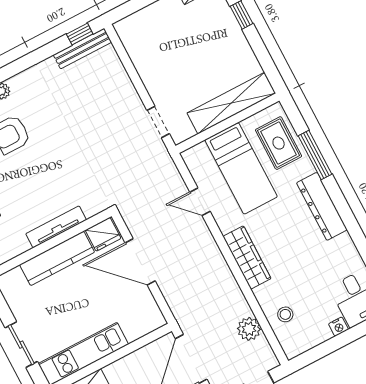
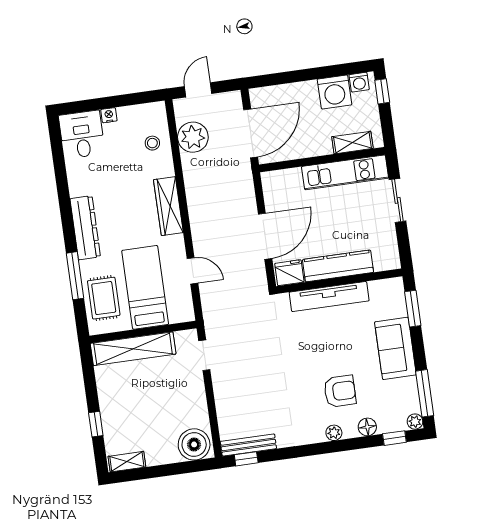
boiler: (137, 30) -> (194, 444), added
tv unit: (56, 227) -> (329, 297), width x1.36, depth x1.29
door: (140, 262) -> (265, 236), hinge flipped
plant: (249, 329) -> (193, 137), width x1.36, depth x1.36

